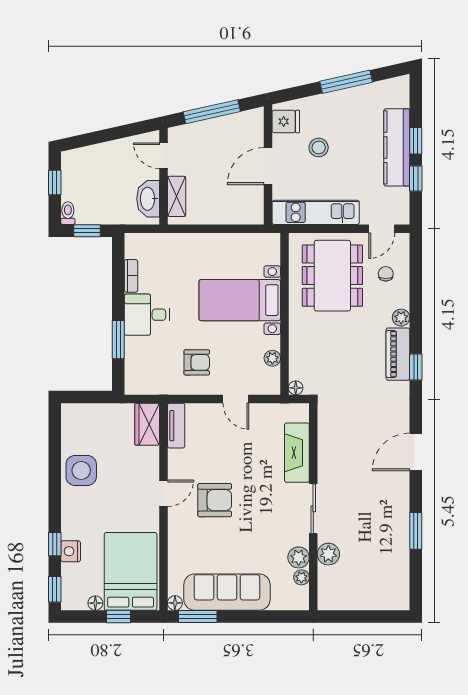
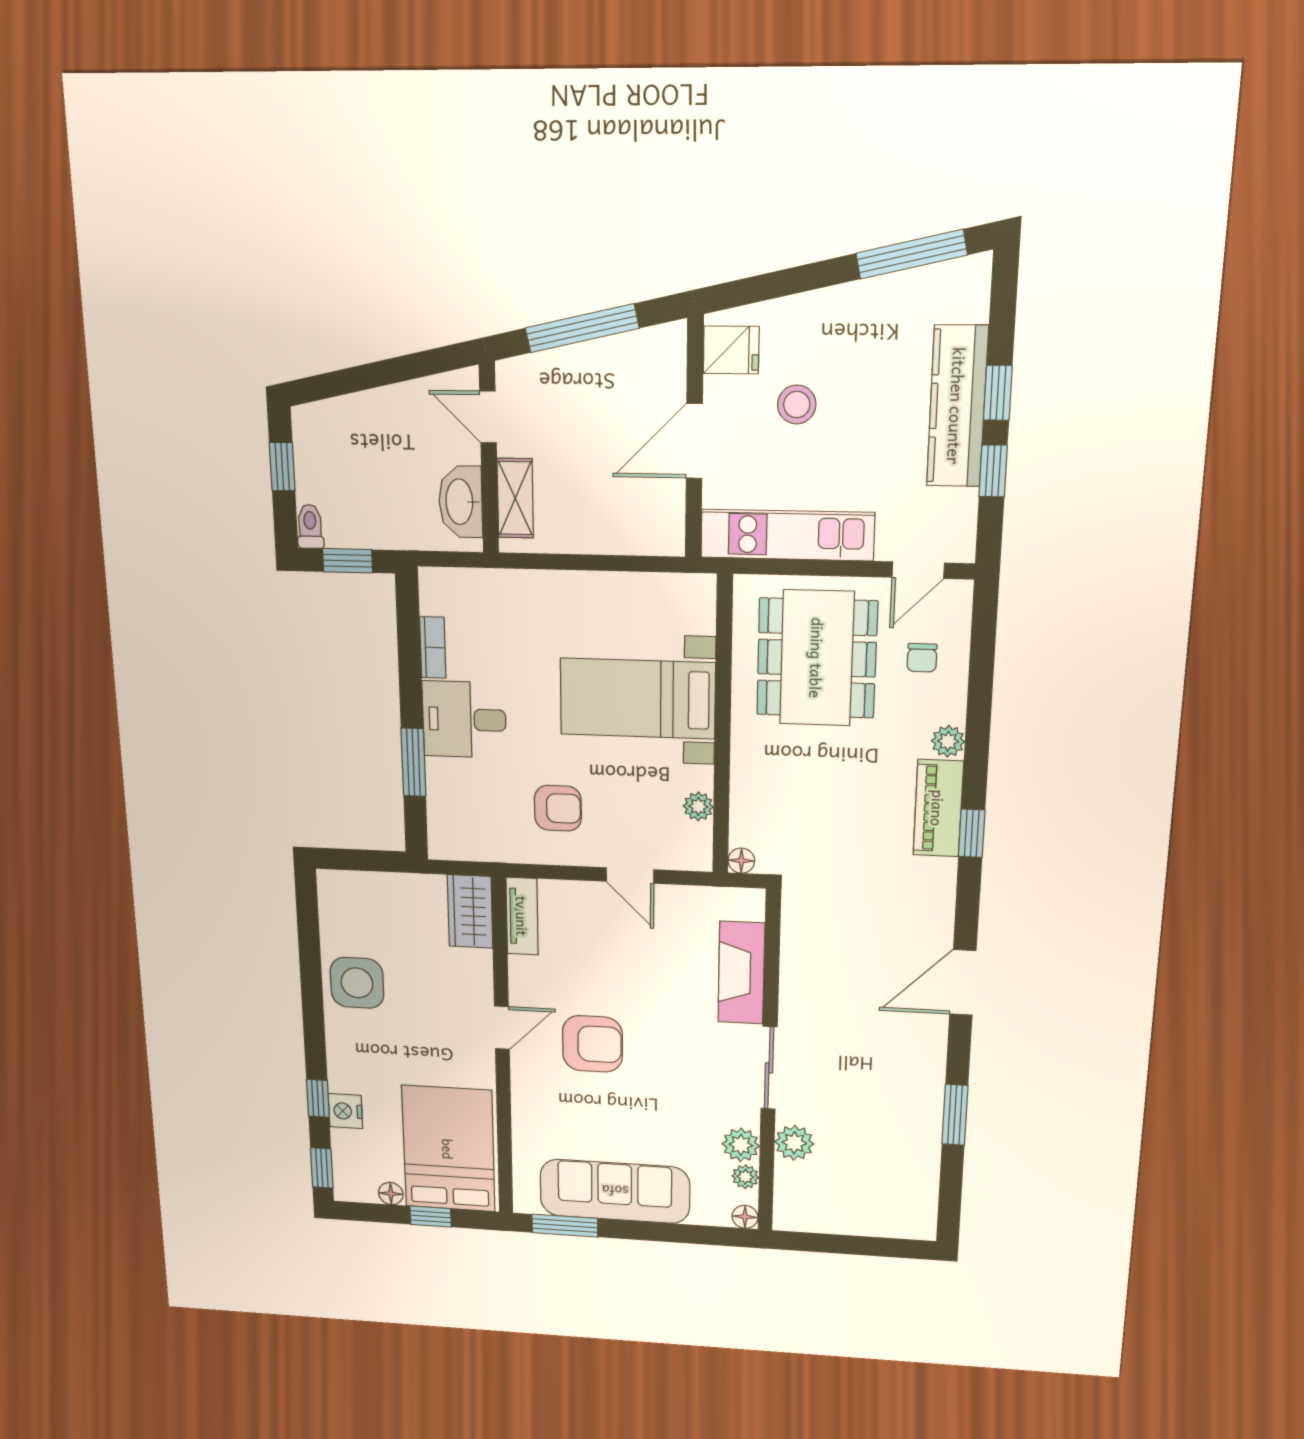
window: (346, 82) -> (912, 254), moved
chair: (386, 274) -> (922, 658), turned 180
floor lamp: (175, 603) -> (745, 1217), moved

